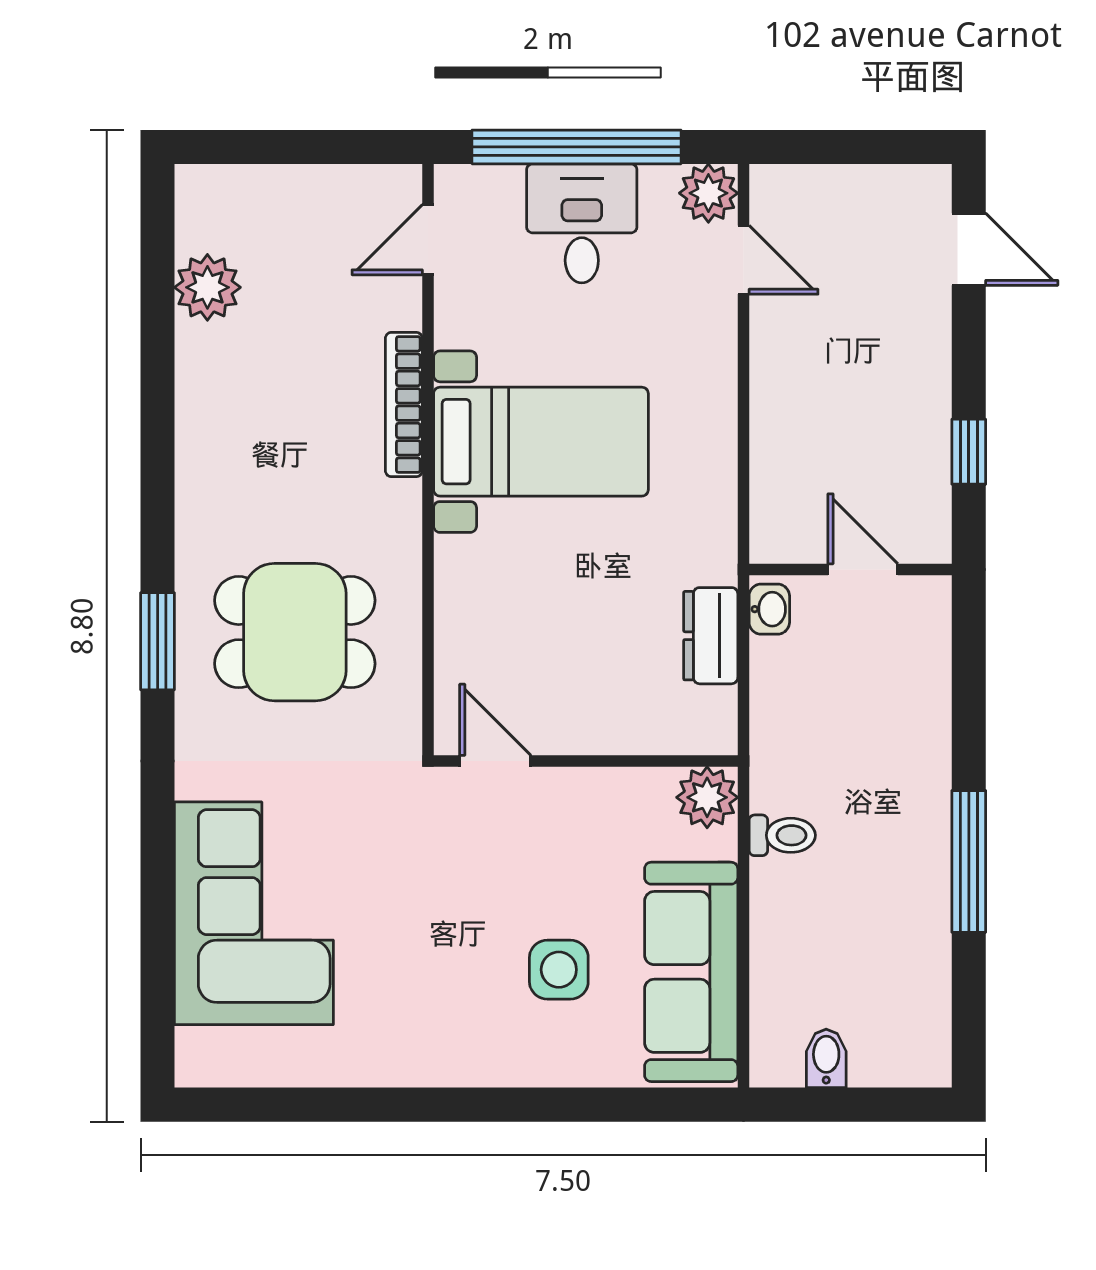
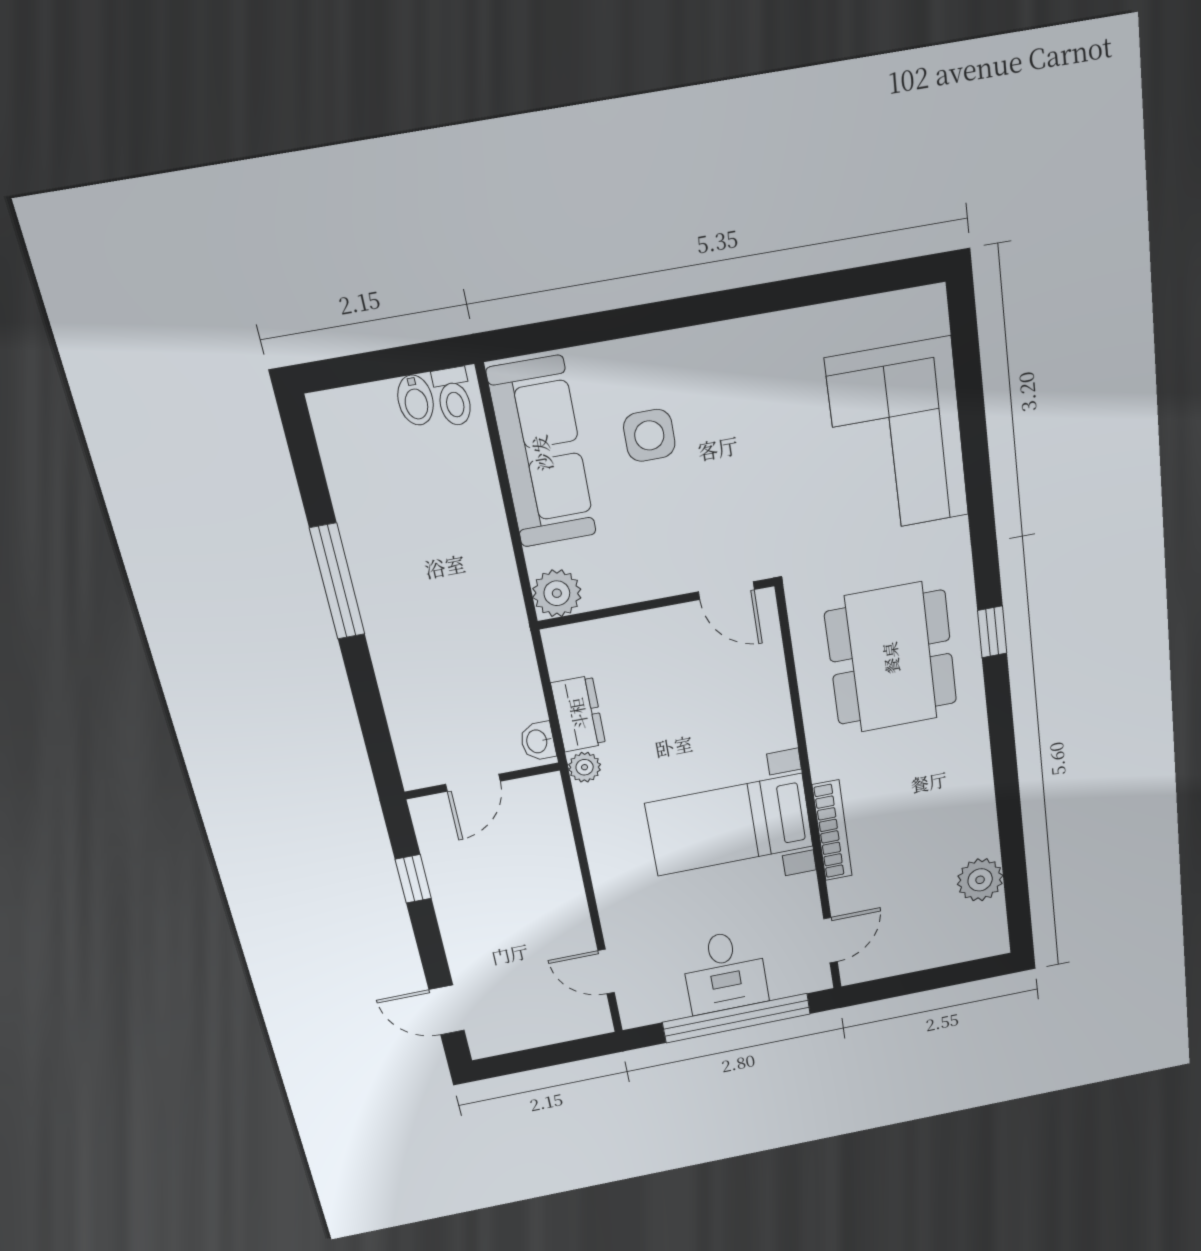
plant: (708, 193) -> (585, 767), moved, width x0.73, depth x0.73
door: (863, 569) -> (473, 783), hinge flipped
dining table: (295, 632) -> (891, 658), width x1.38
window: (158, 641) -> (992, 632), width x0.67
toilet: (782, 835) -> (454, 397), moved, turned -90

